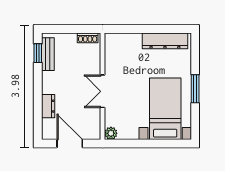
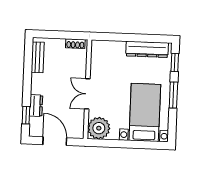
window: (38, 53) -> (26, 115), moved
window: (195, 54) -> (175, 62), added
plant: (111, 133) -> (99, 128), width x1.87, depth x1.87

